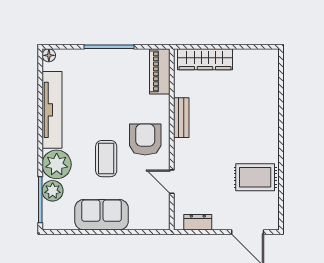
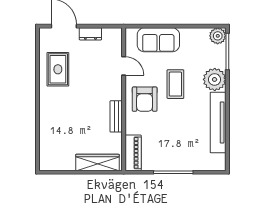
floor lamp: (49, 55) -> (221, 166), removed
rug: (255, 177) -> (58, 69), turned 90
plant: (53, 191) -> (218, 36), moved
sofa: (102, 215) -> (158, 40), moved
dresser: (198, 222) -> (90, 34), moved

